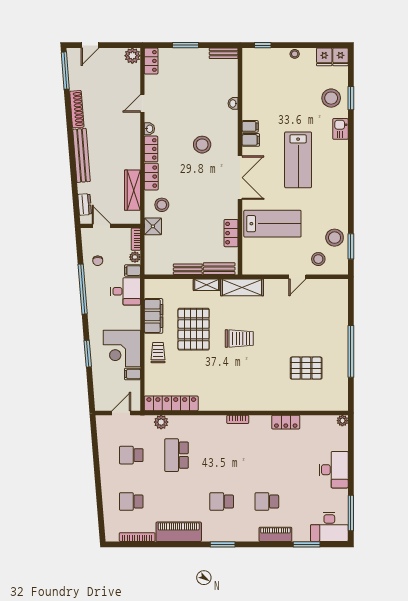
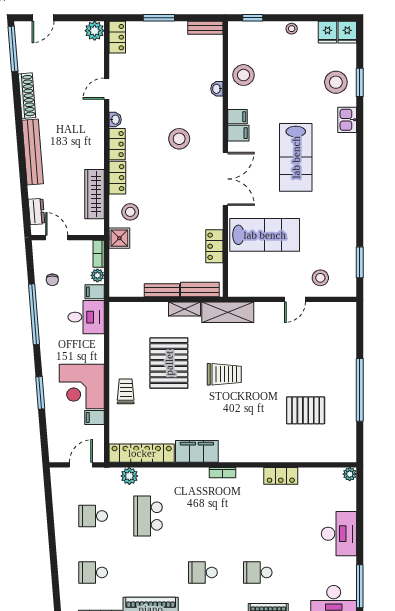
stool: (335, 238) -> (244, 75), moved
filing cabinet: (154, 316) -> (197, 451), moved, turned -90

